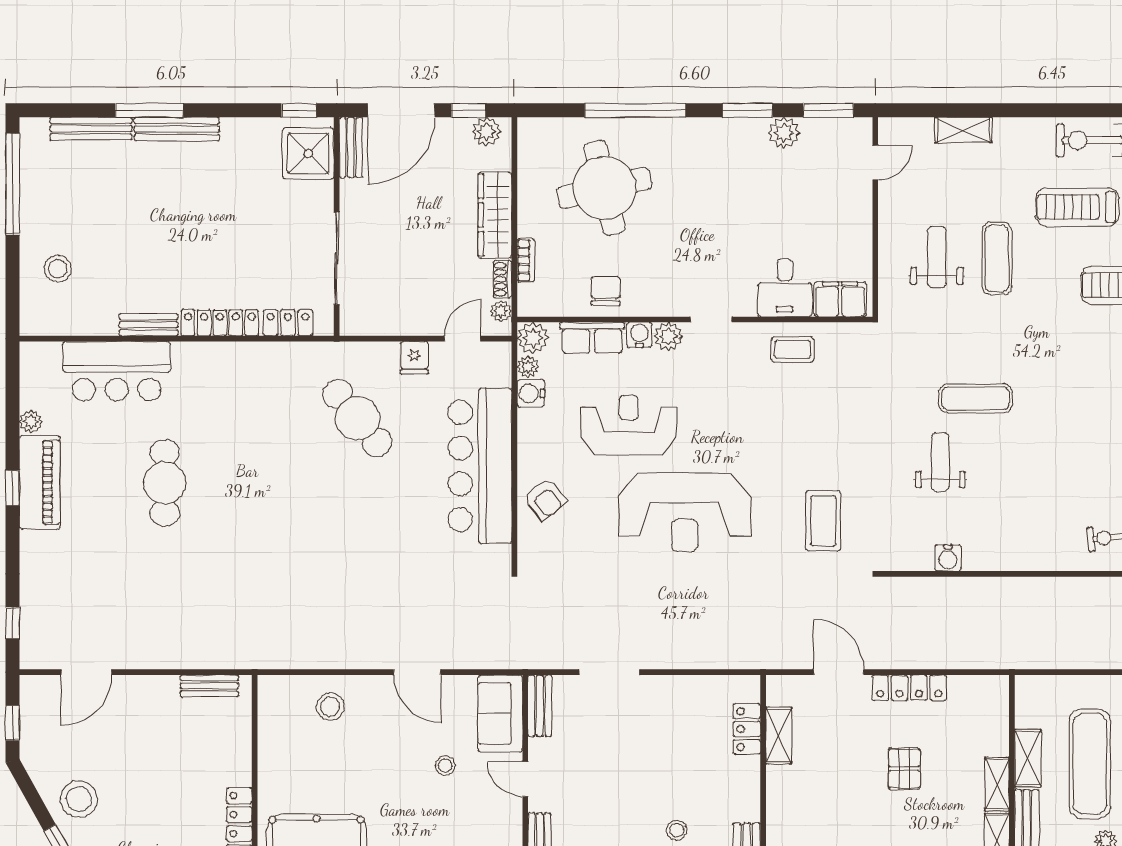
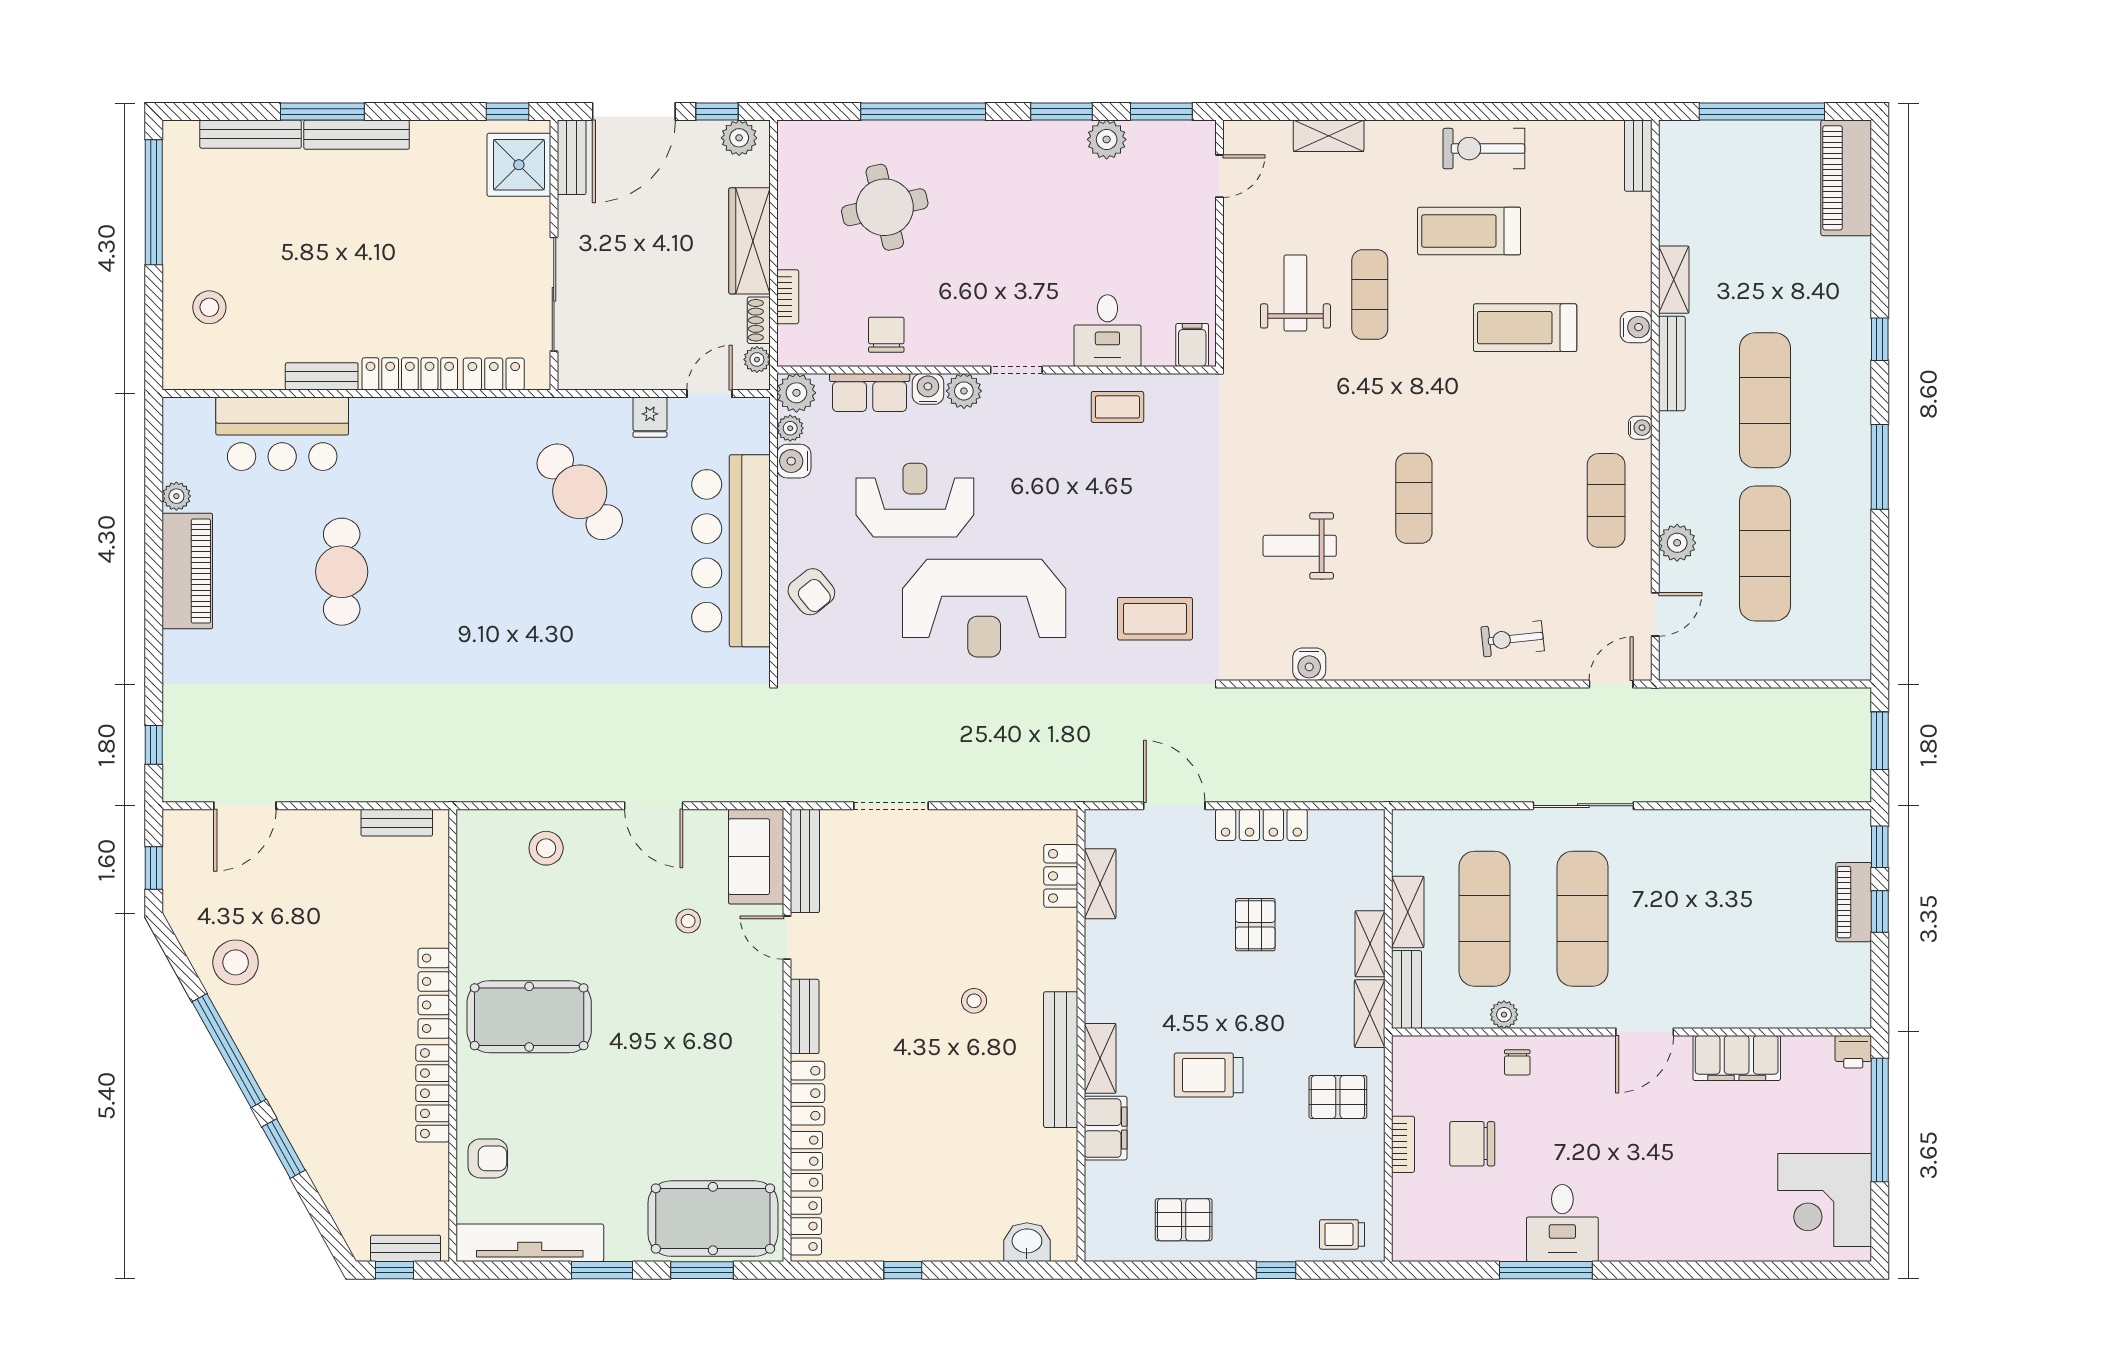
round table: (604, 188) -> (885, 207), width x0.73, depth x0.73
filing cabinet: (840, 299) -> (1192, 345), width x0.50
exercise mat: (976, 398) -> (1414, 498), moved, turned 90
weight bench: (940, 462) -> (1300, 546), turned -90
window: (13, 488) -> (154, 578), removed
coffee table: (823, 521) -> (1155, 619), turned 90
bench: (540, 706) -> (805, 861), width x1.36

